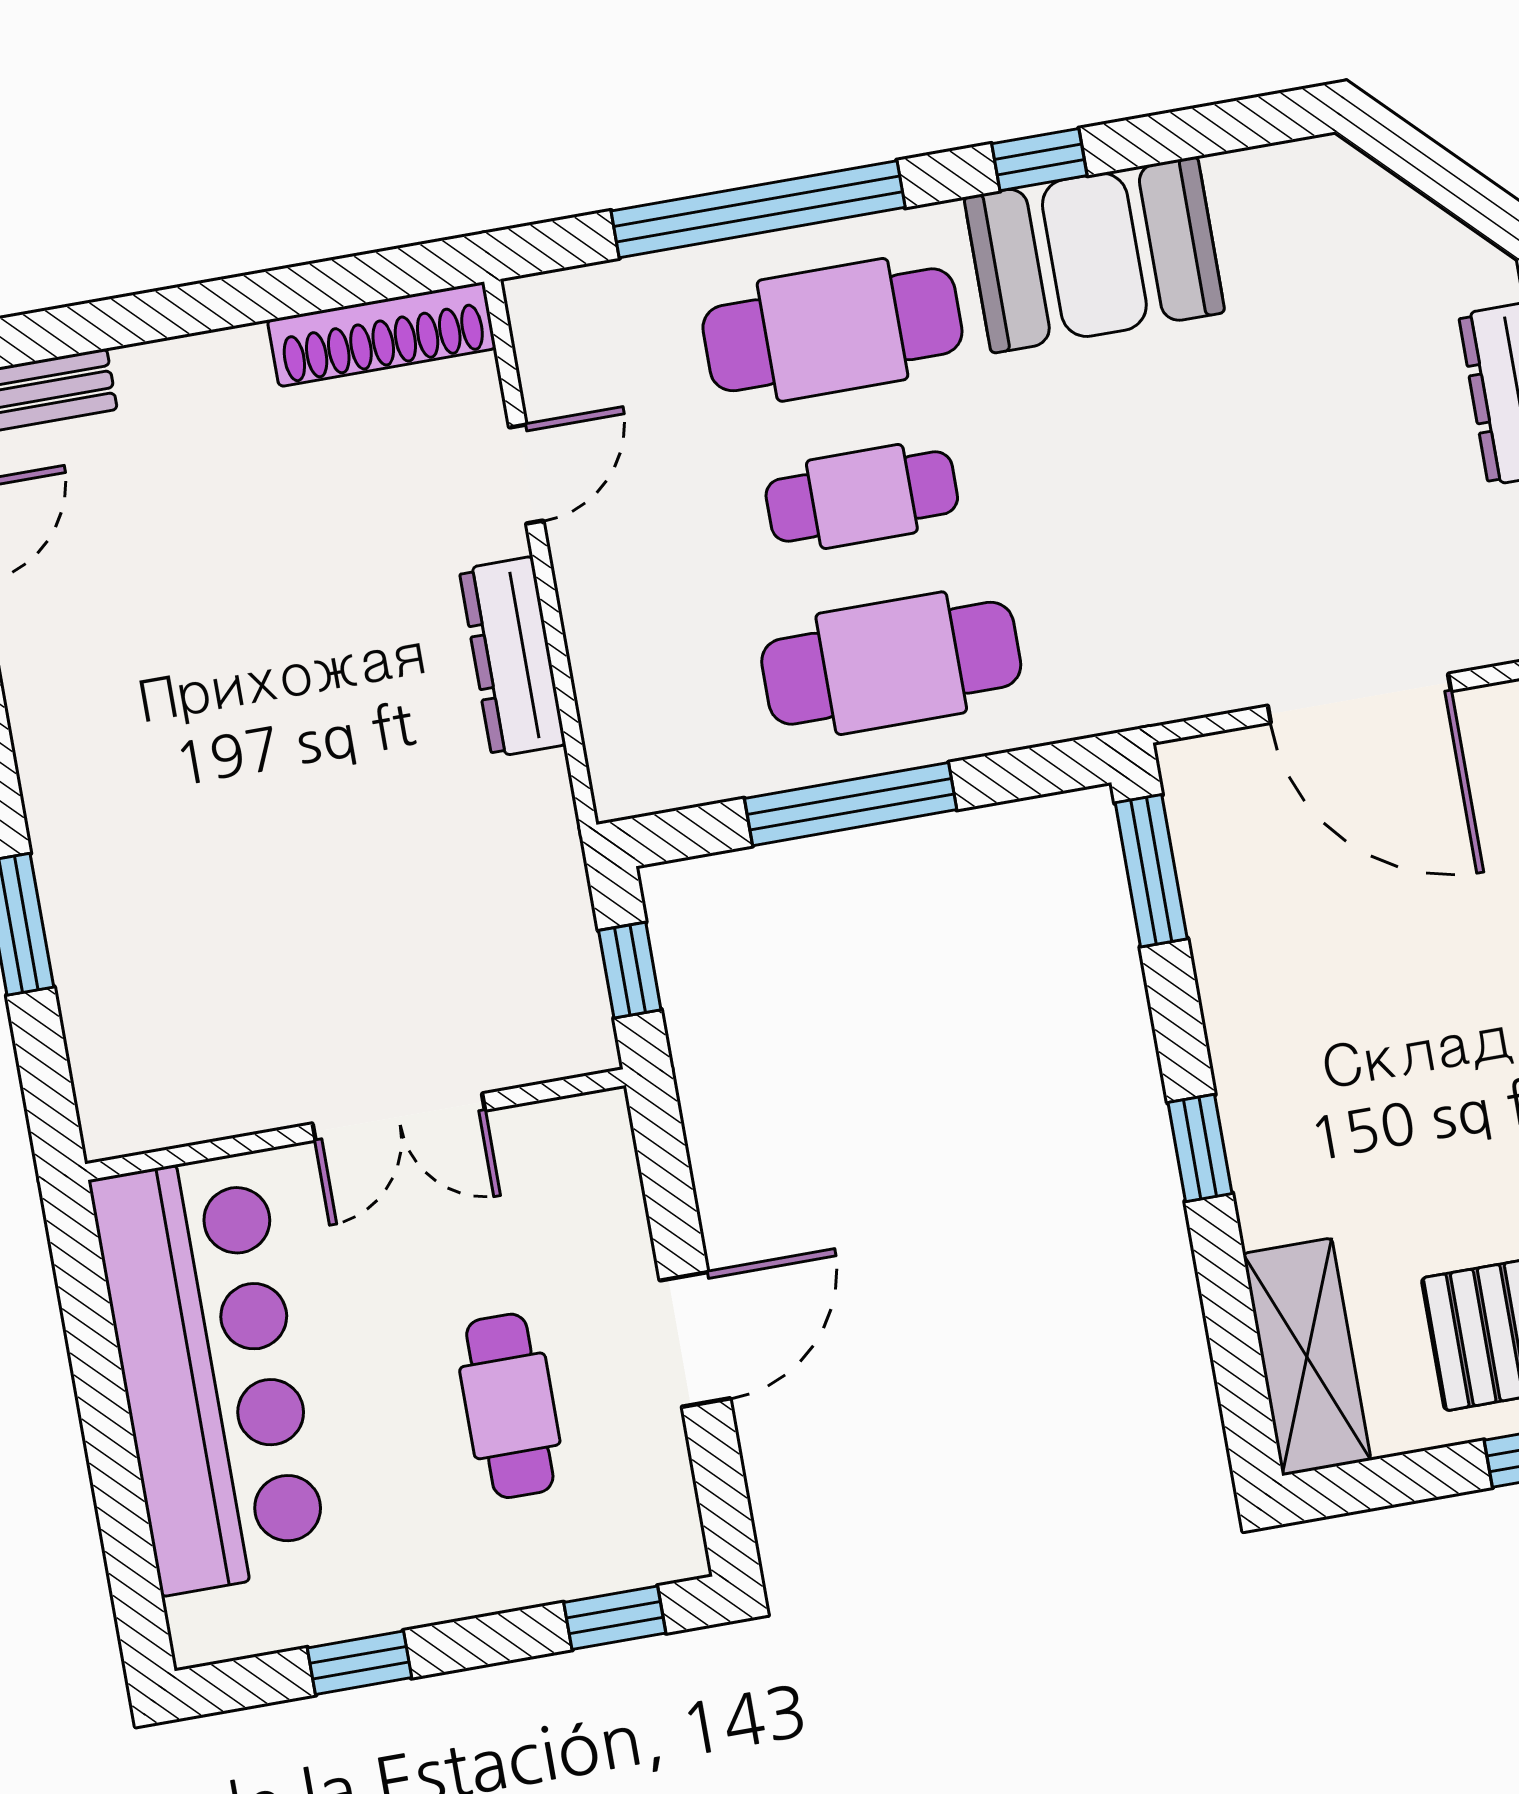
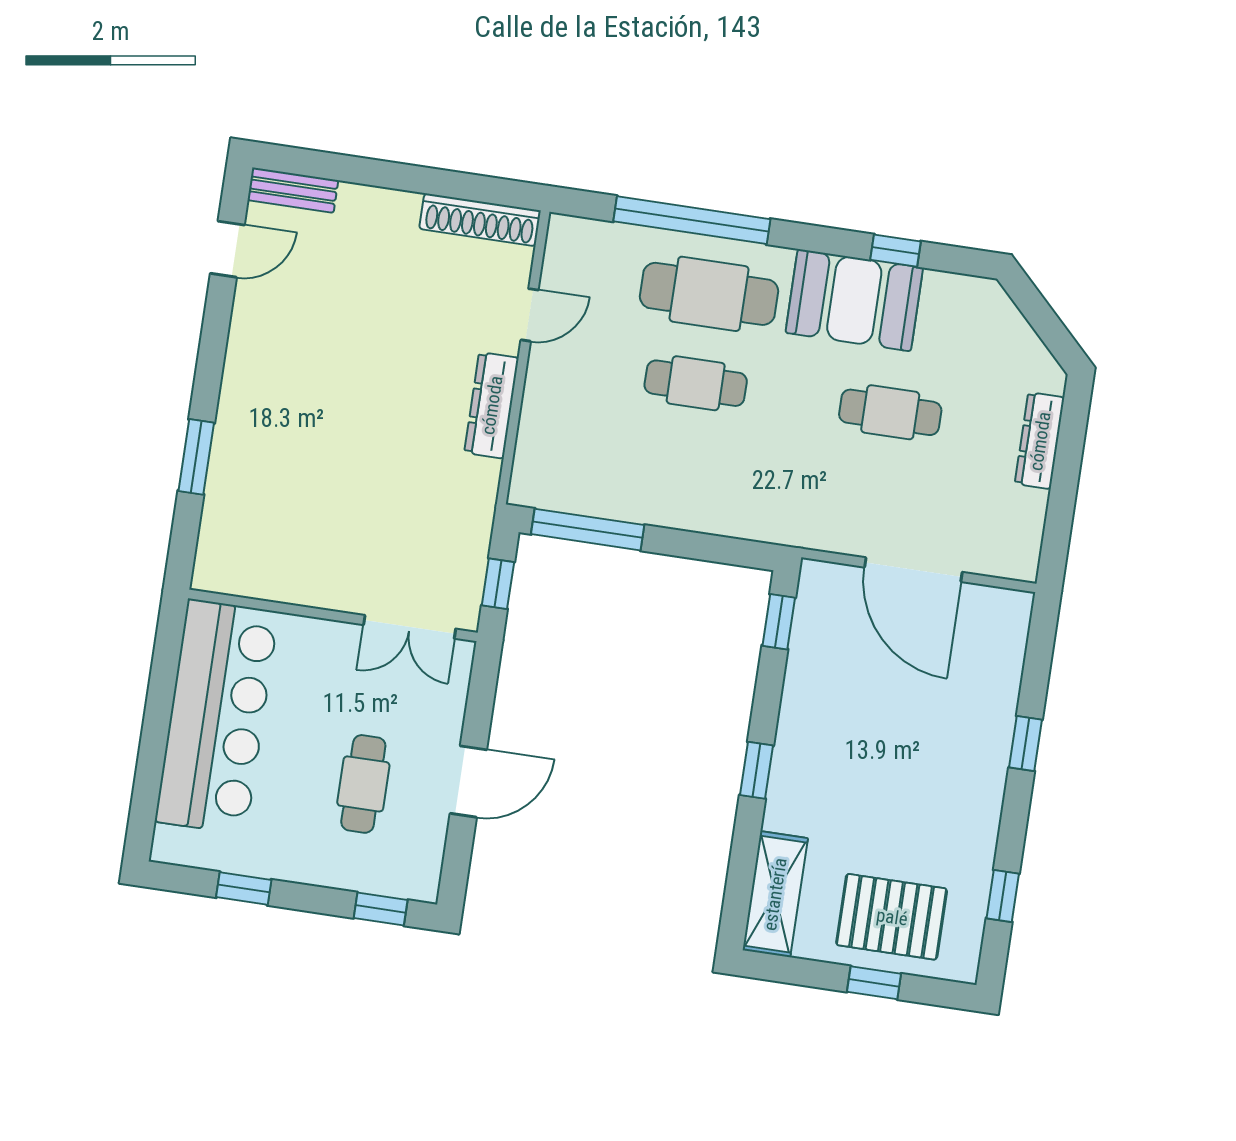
window: (1039, 160) -> (895, 251), moved
cafe table: (891, 663) -> (890, 412), moved, width x0.73, depth x0.74
window: (851, 804) -> (588, 530), moved
window: (1151, 871) -> (779, 622), width x0.67
double door: (399, 1117) -> (410, 627), moved

